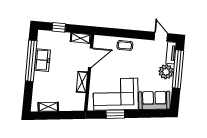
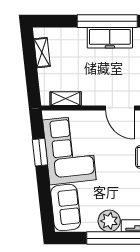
freezer: (42, 60) -> (110, 38), width x1.40
shelving: (82, 82) -> (66, 99), moved

